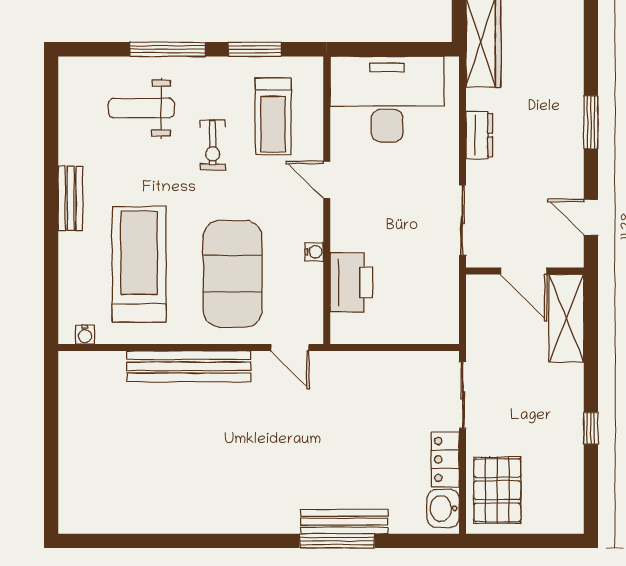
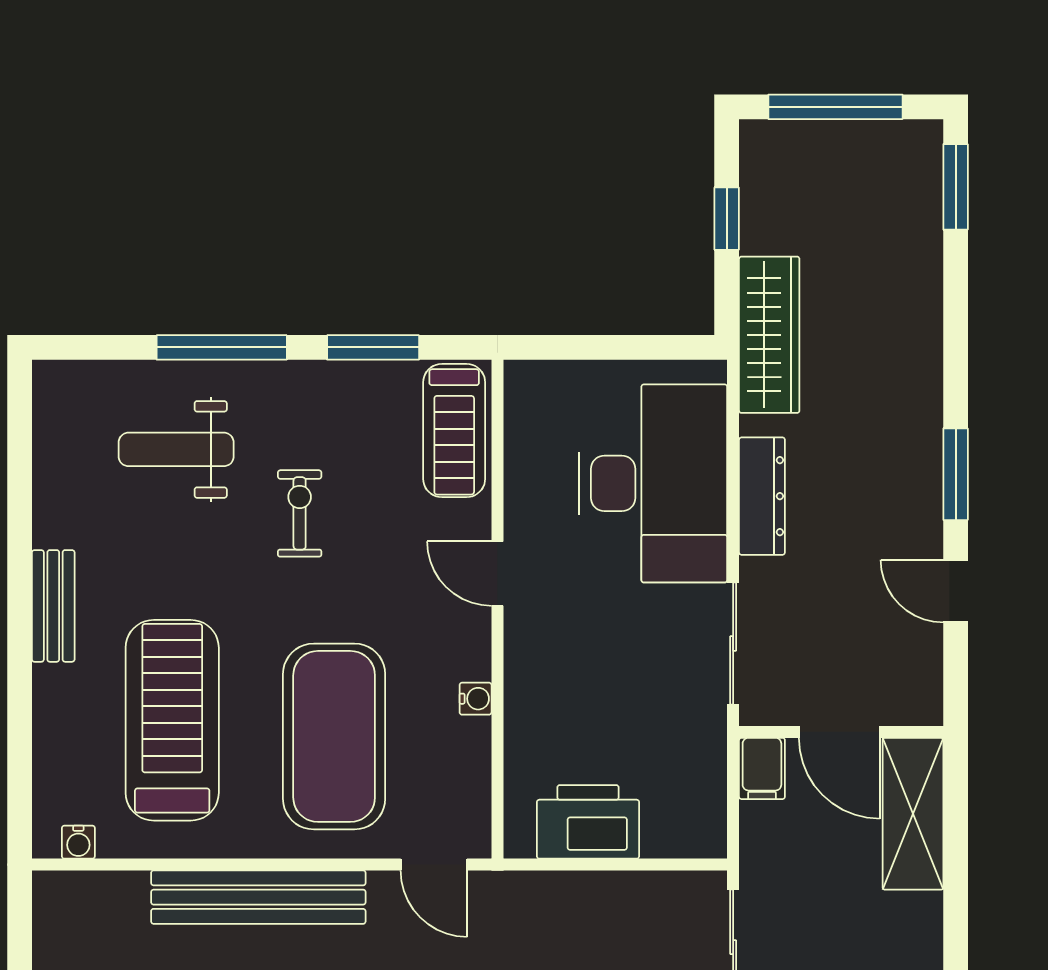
desk: (387, 99) -> (653, 483), moved, turned 90
treadmill: (273, 116) -> (454, 431), moved
dresser: (479, 135) -> (762, 496), width x1.44
exercise bike: (213, 145) -> (300, 513), turned 180
door: (591, 217) -> (956, 591), moved
printer: (351, 282) -> (588, 822), moved, turned -90
filing cabinet: (479, 292) -> (762, 768), added

